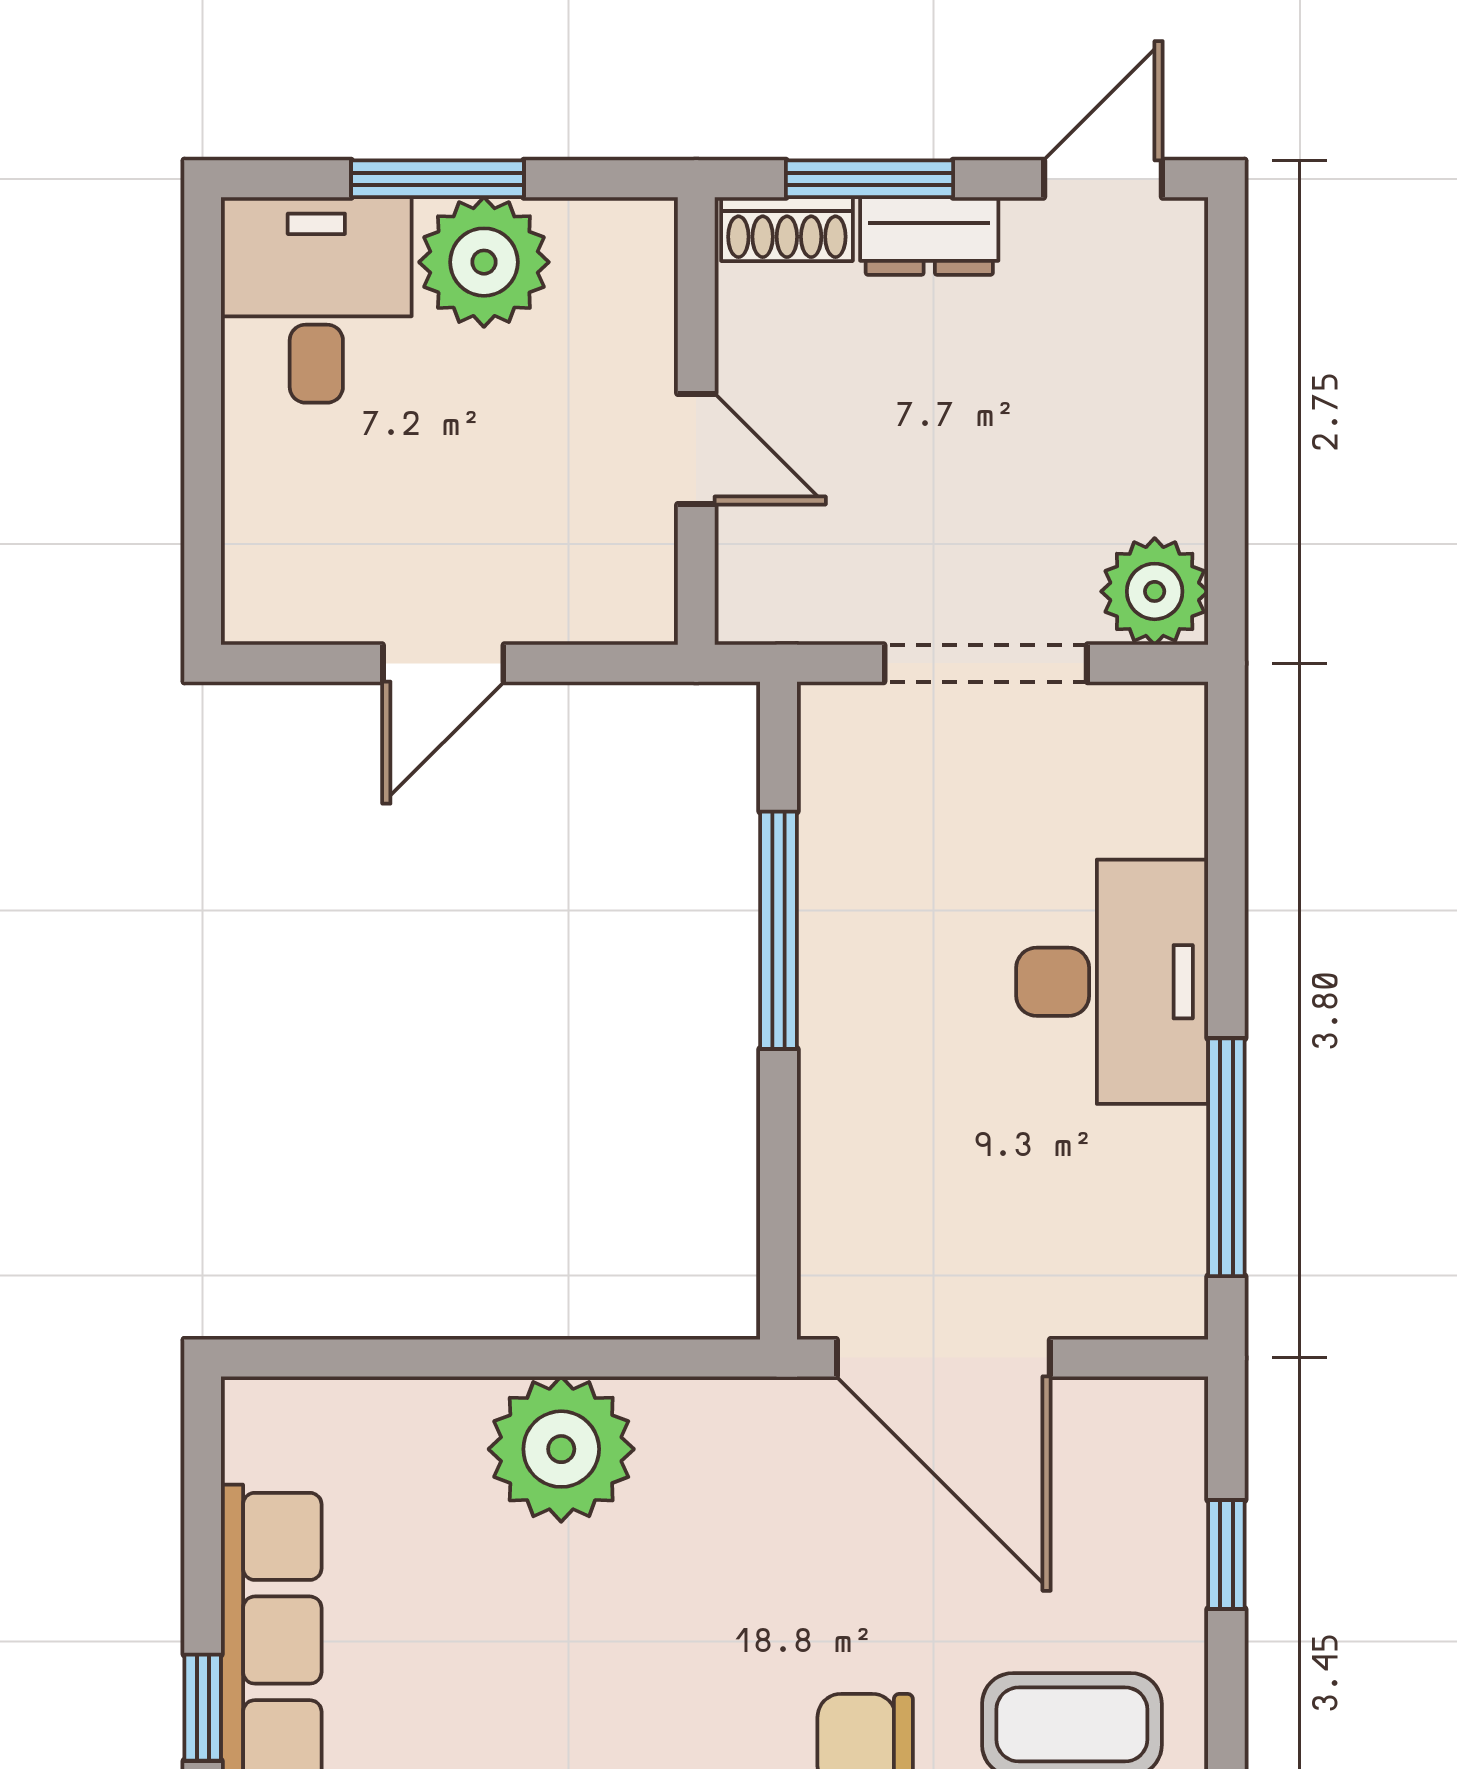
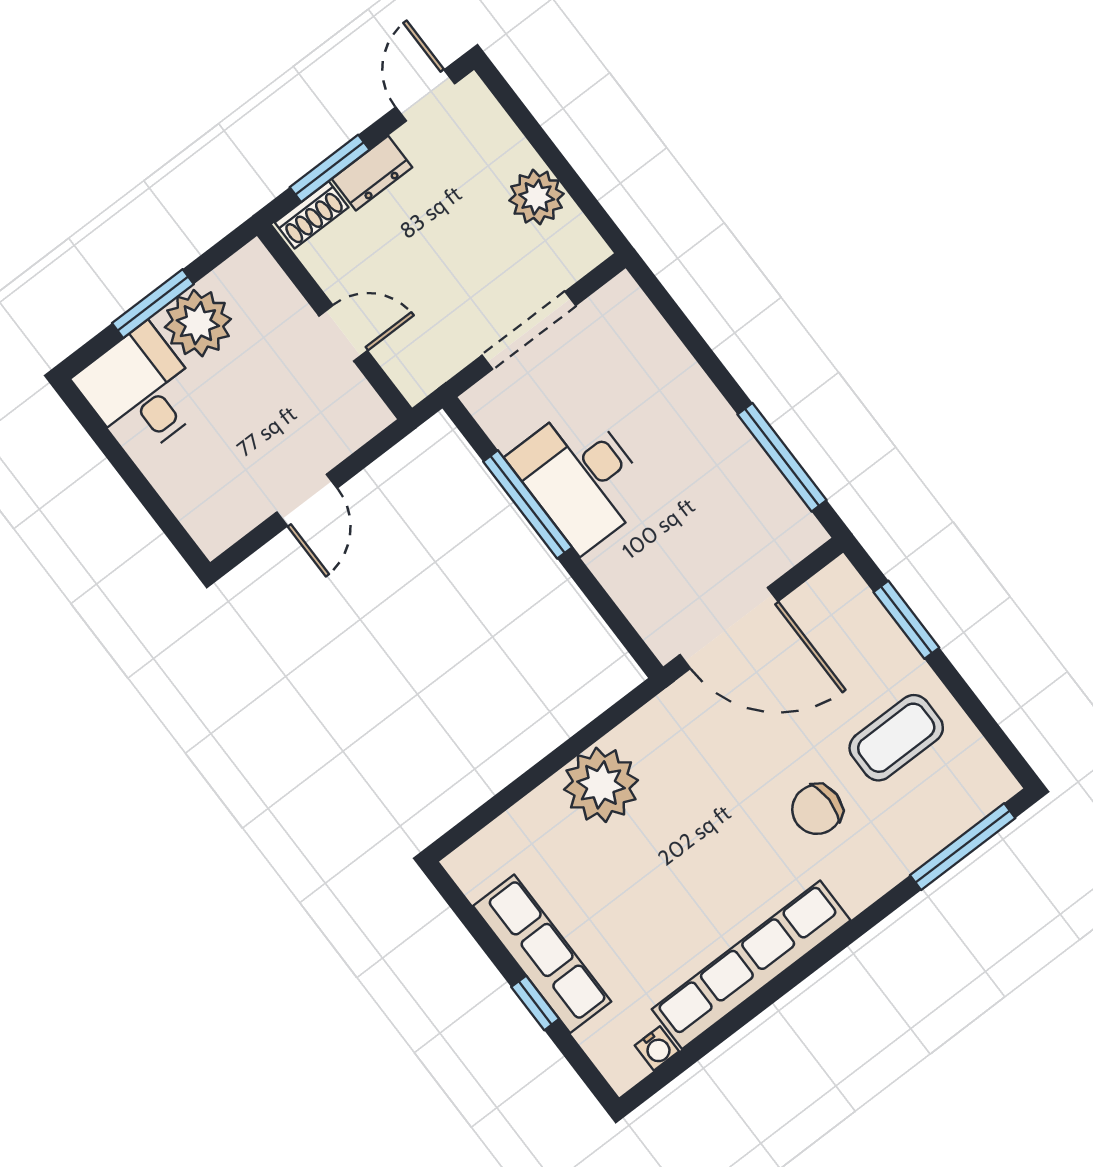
plant: (1155, 591) -> (537, 197), moved
desk: (1112, 982) -> (581, 477), moved, turned 180
window: (1226, 1555) -> (906, 620), width x1.50

